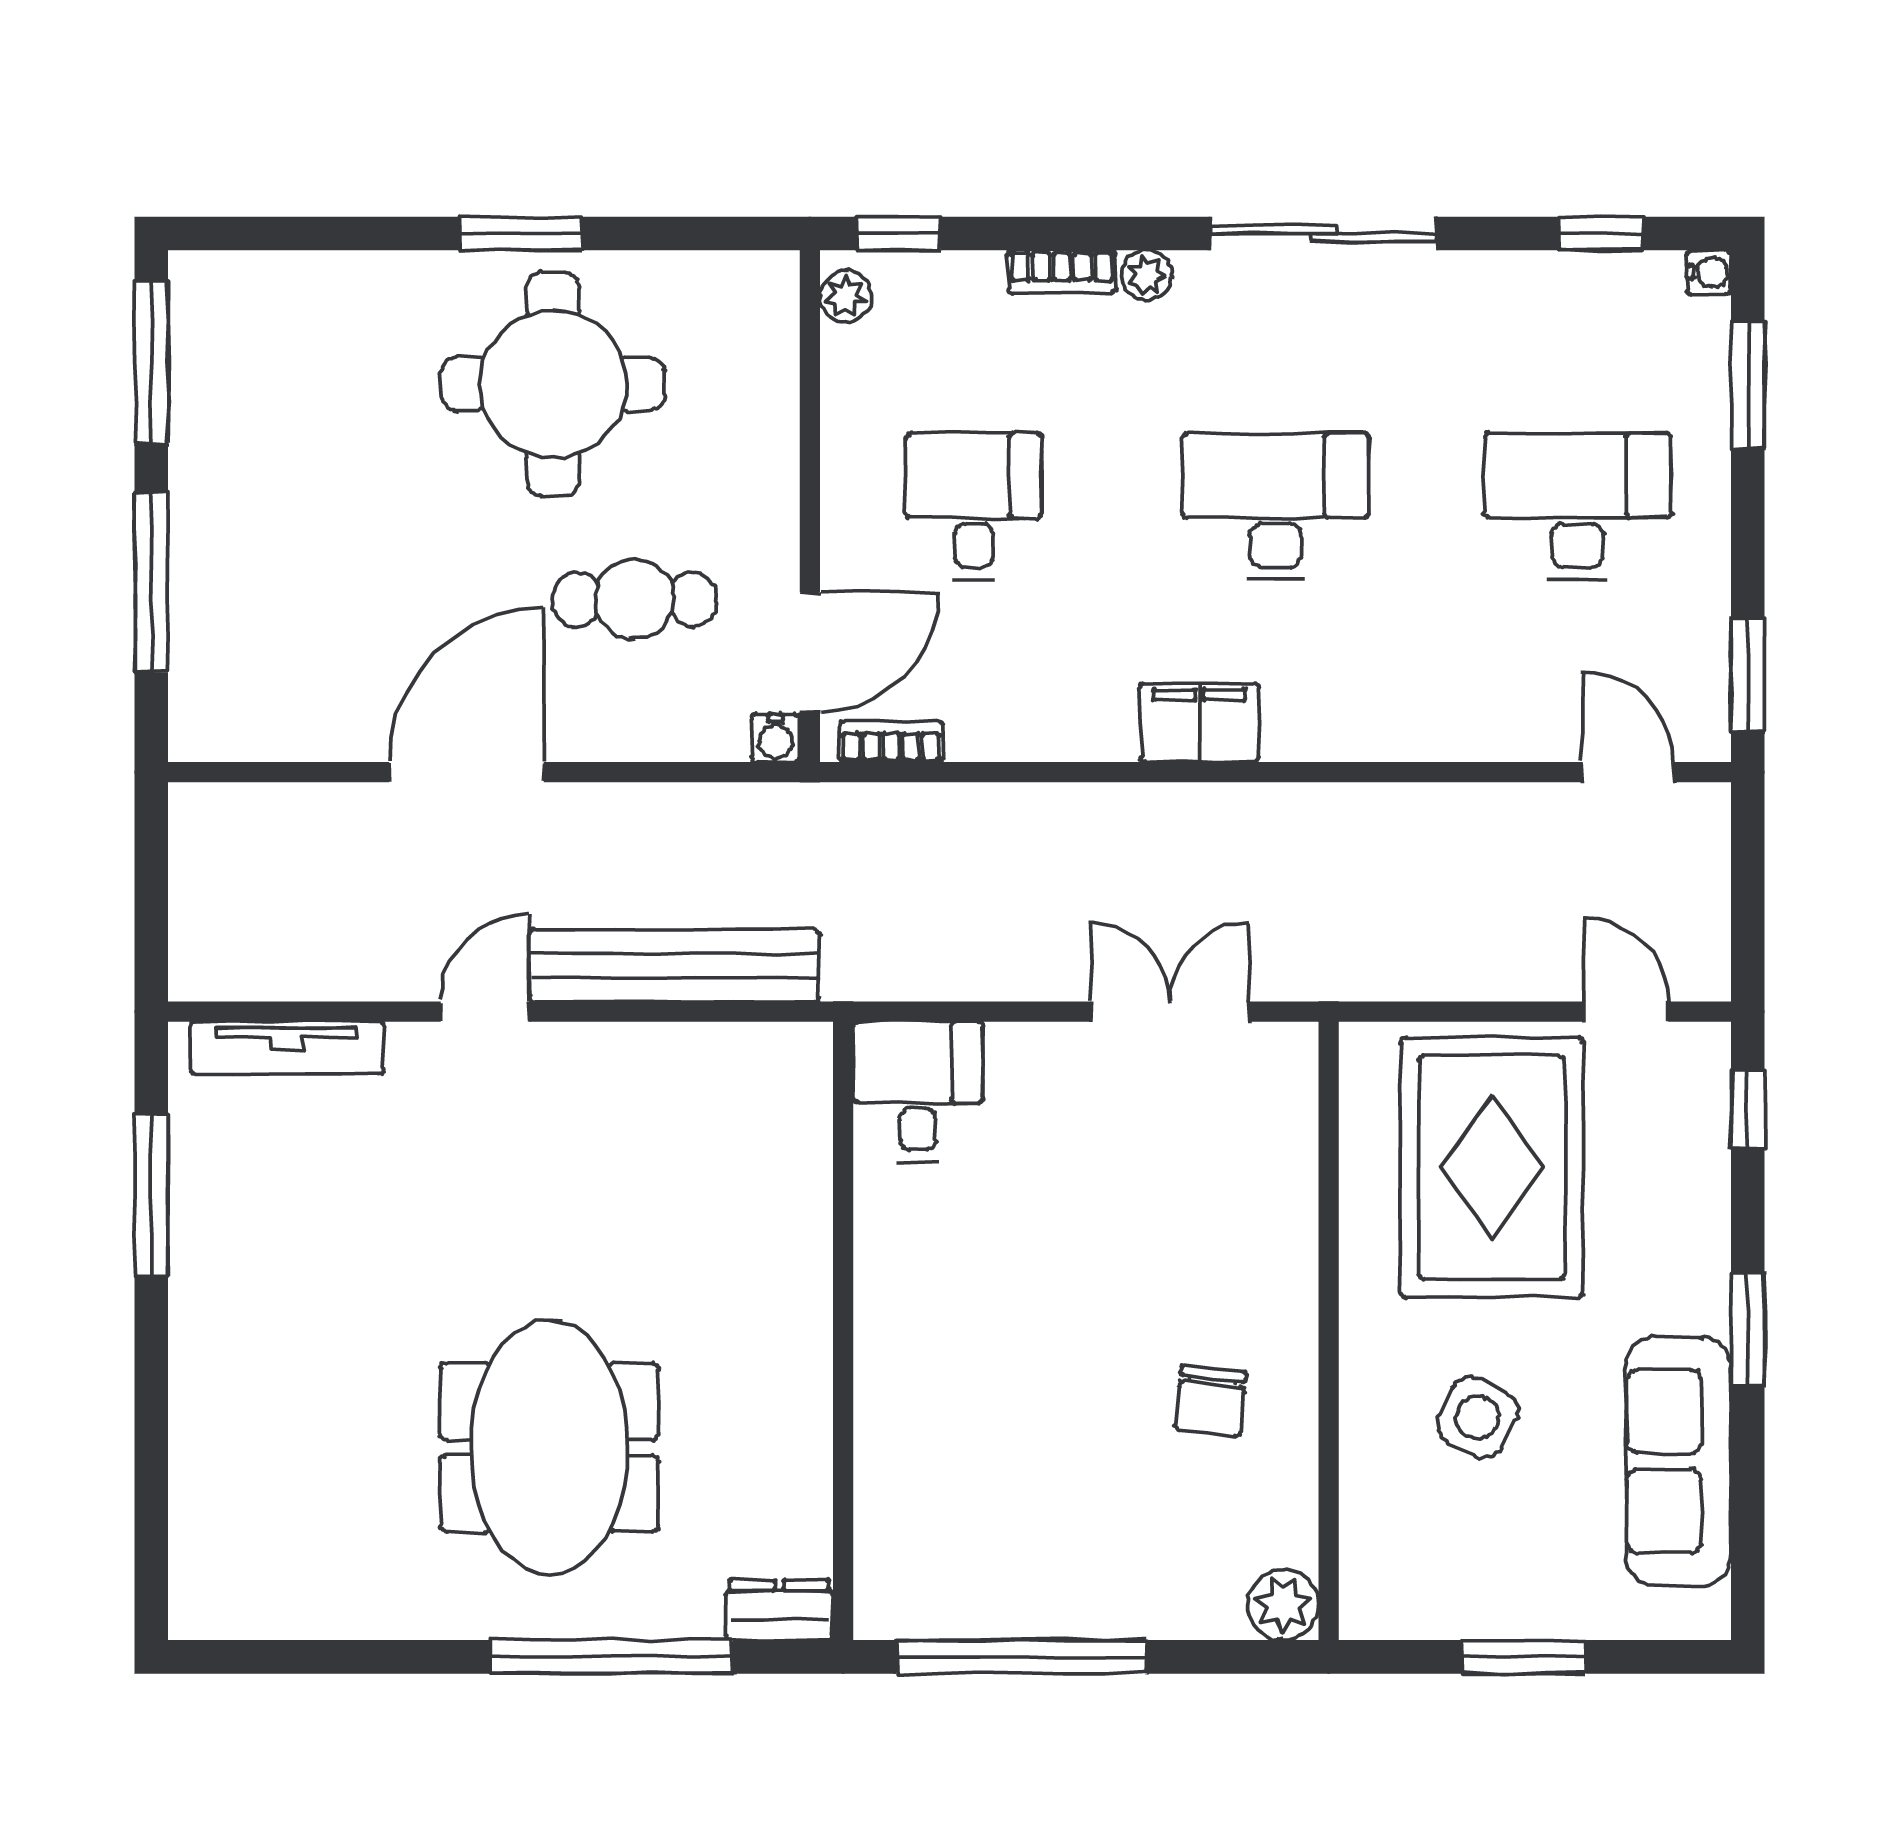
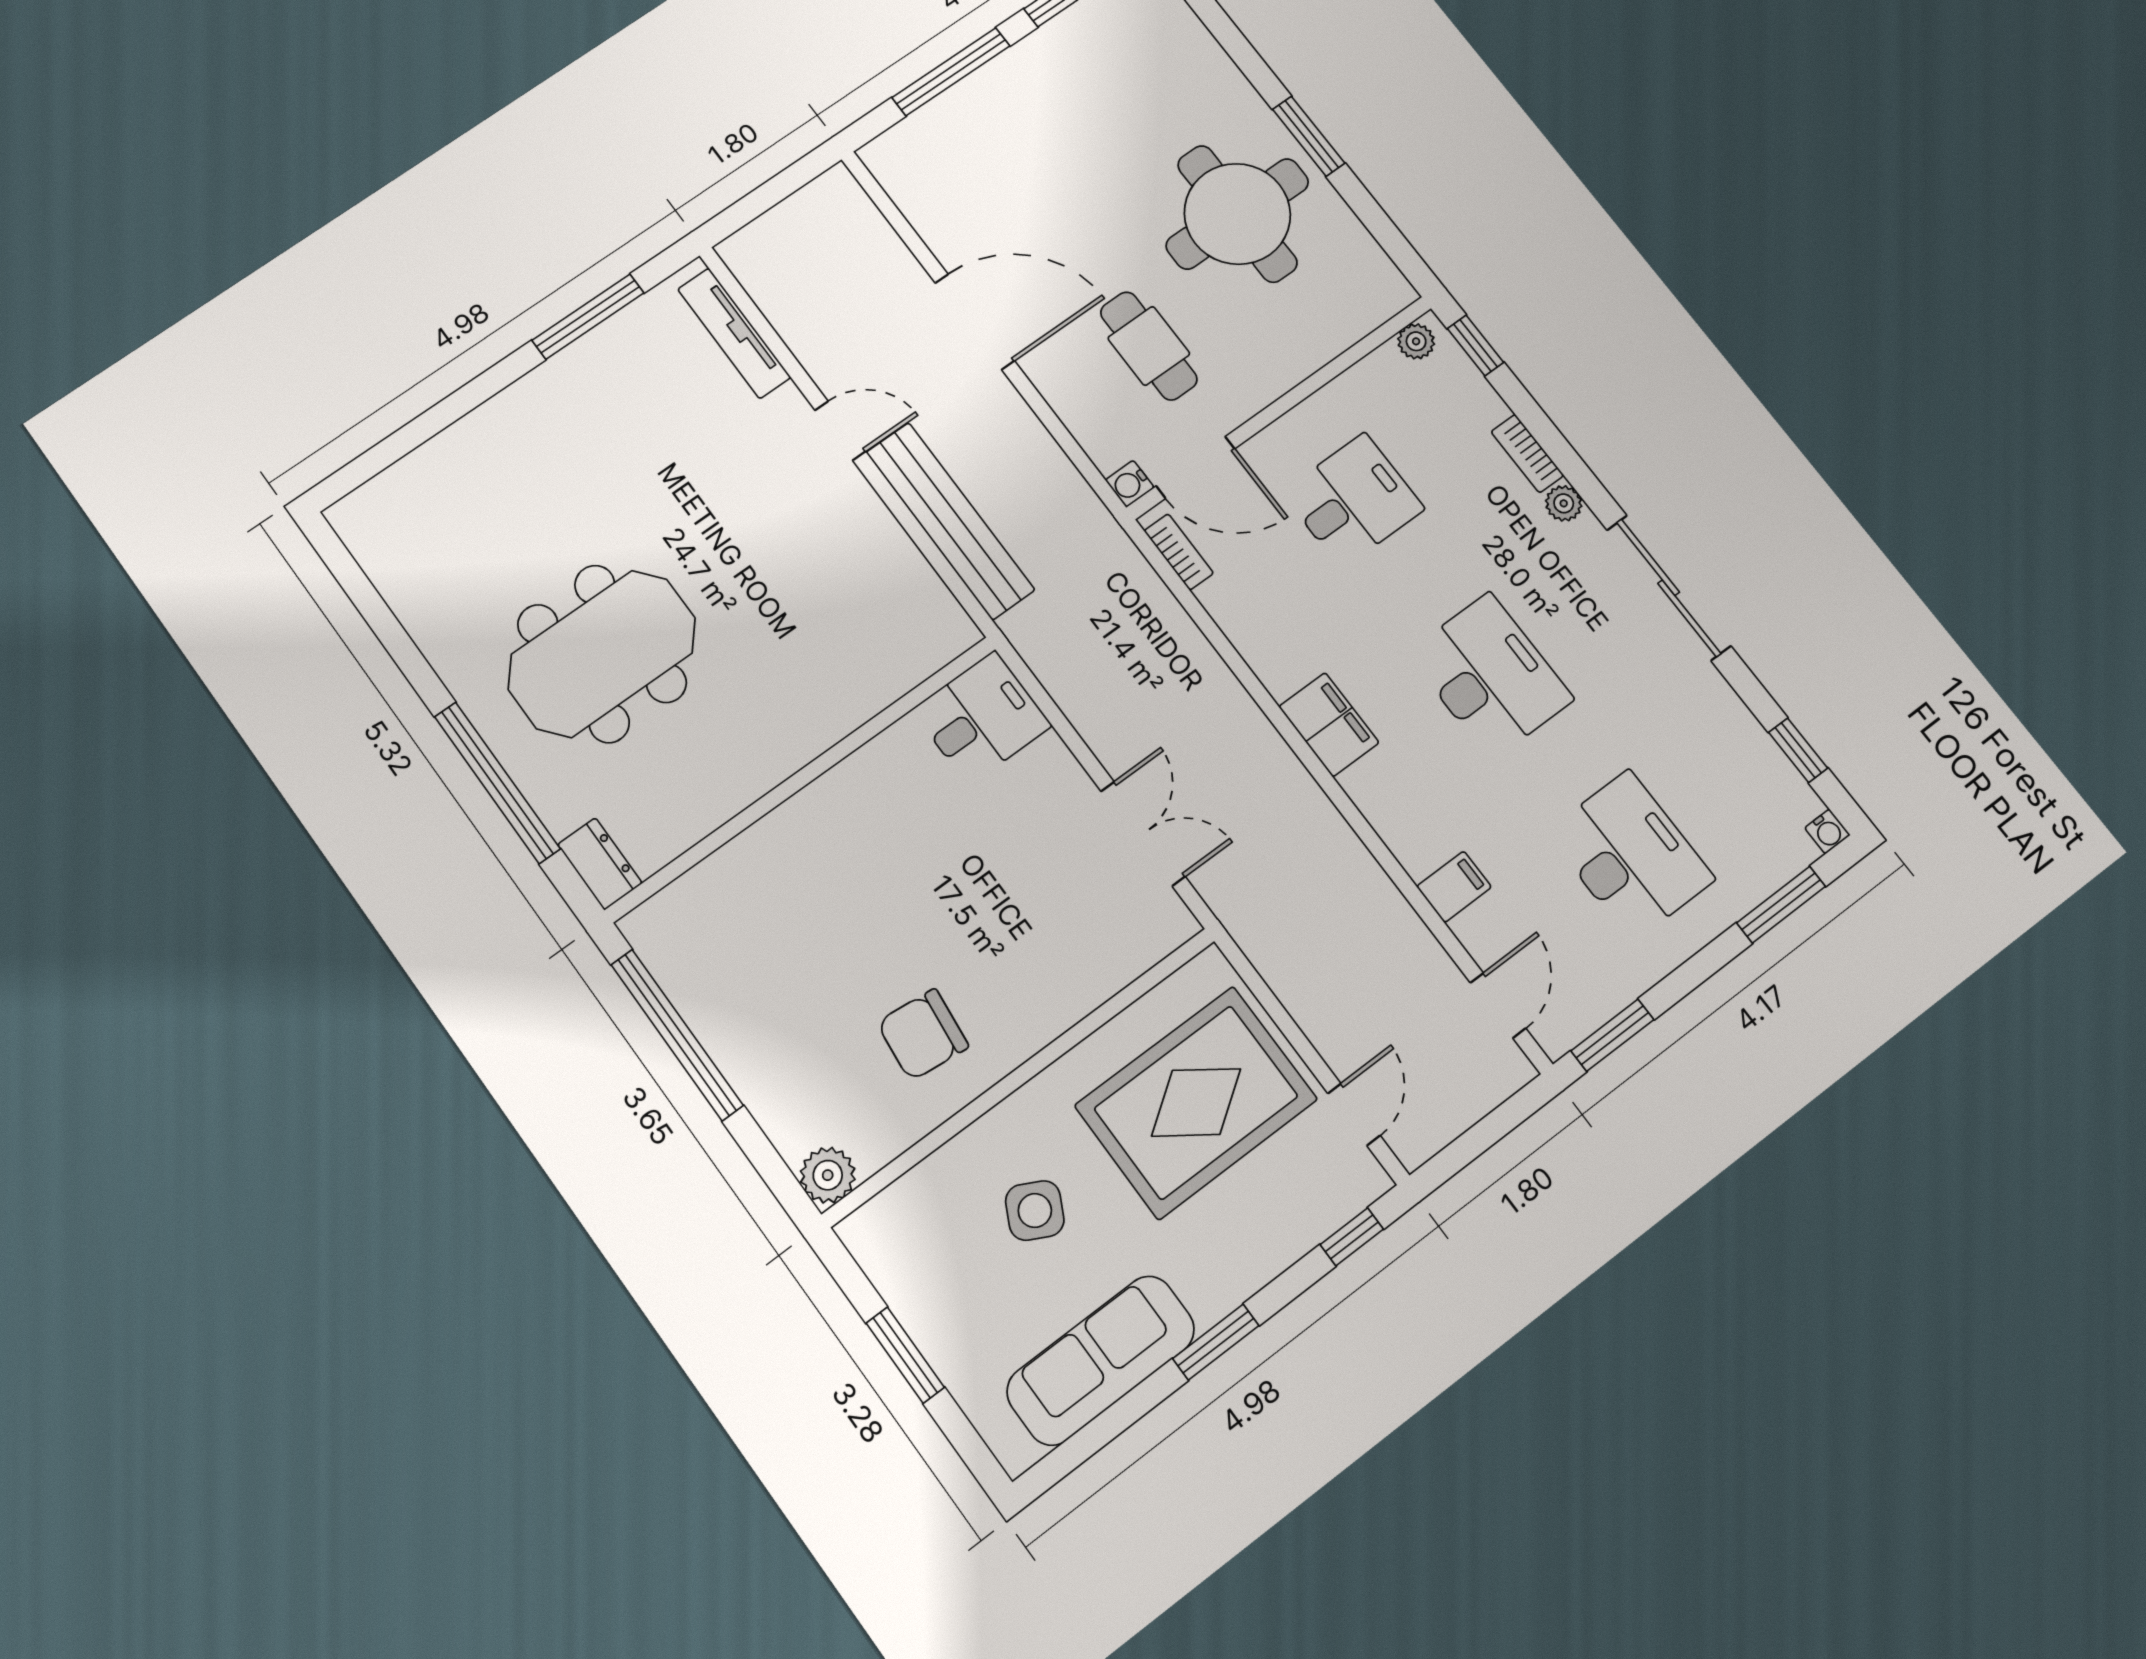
filing cabinet: (1470, 722) -> (1454, 887), added
chair: (1210, 1401) -> (923, 1035), width x1.37, depth x1.37

